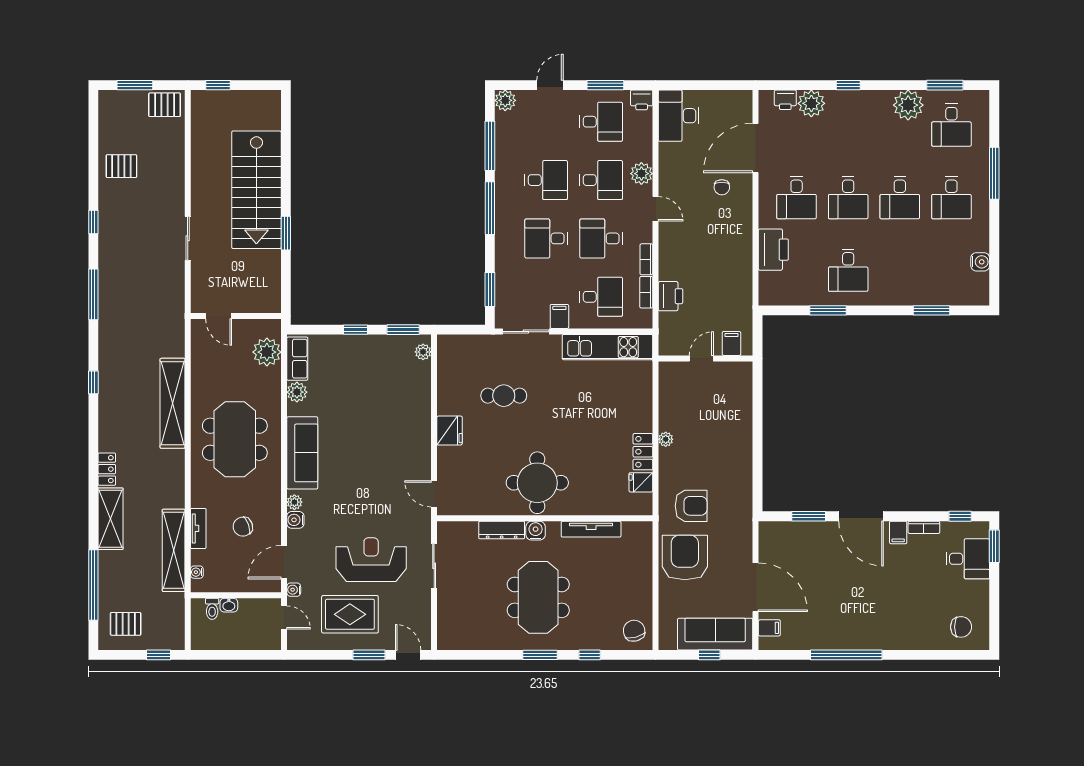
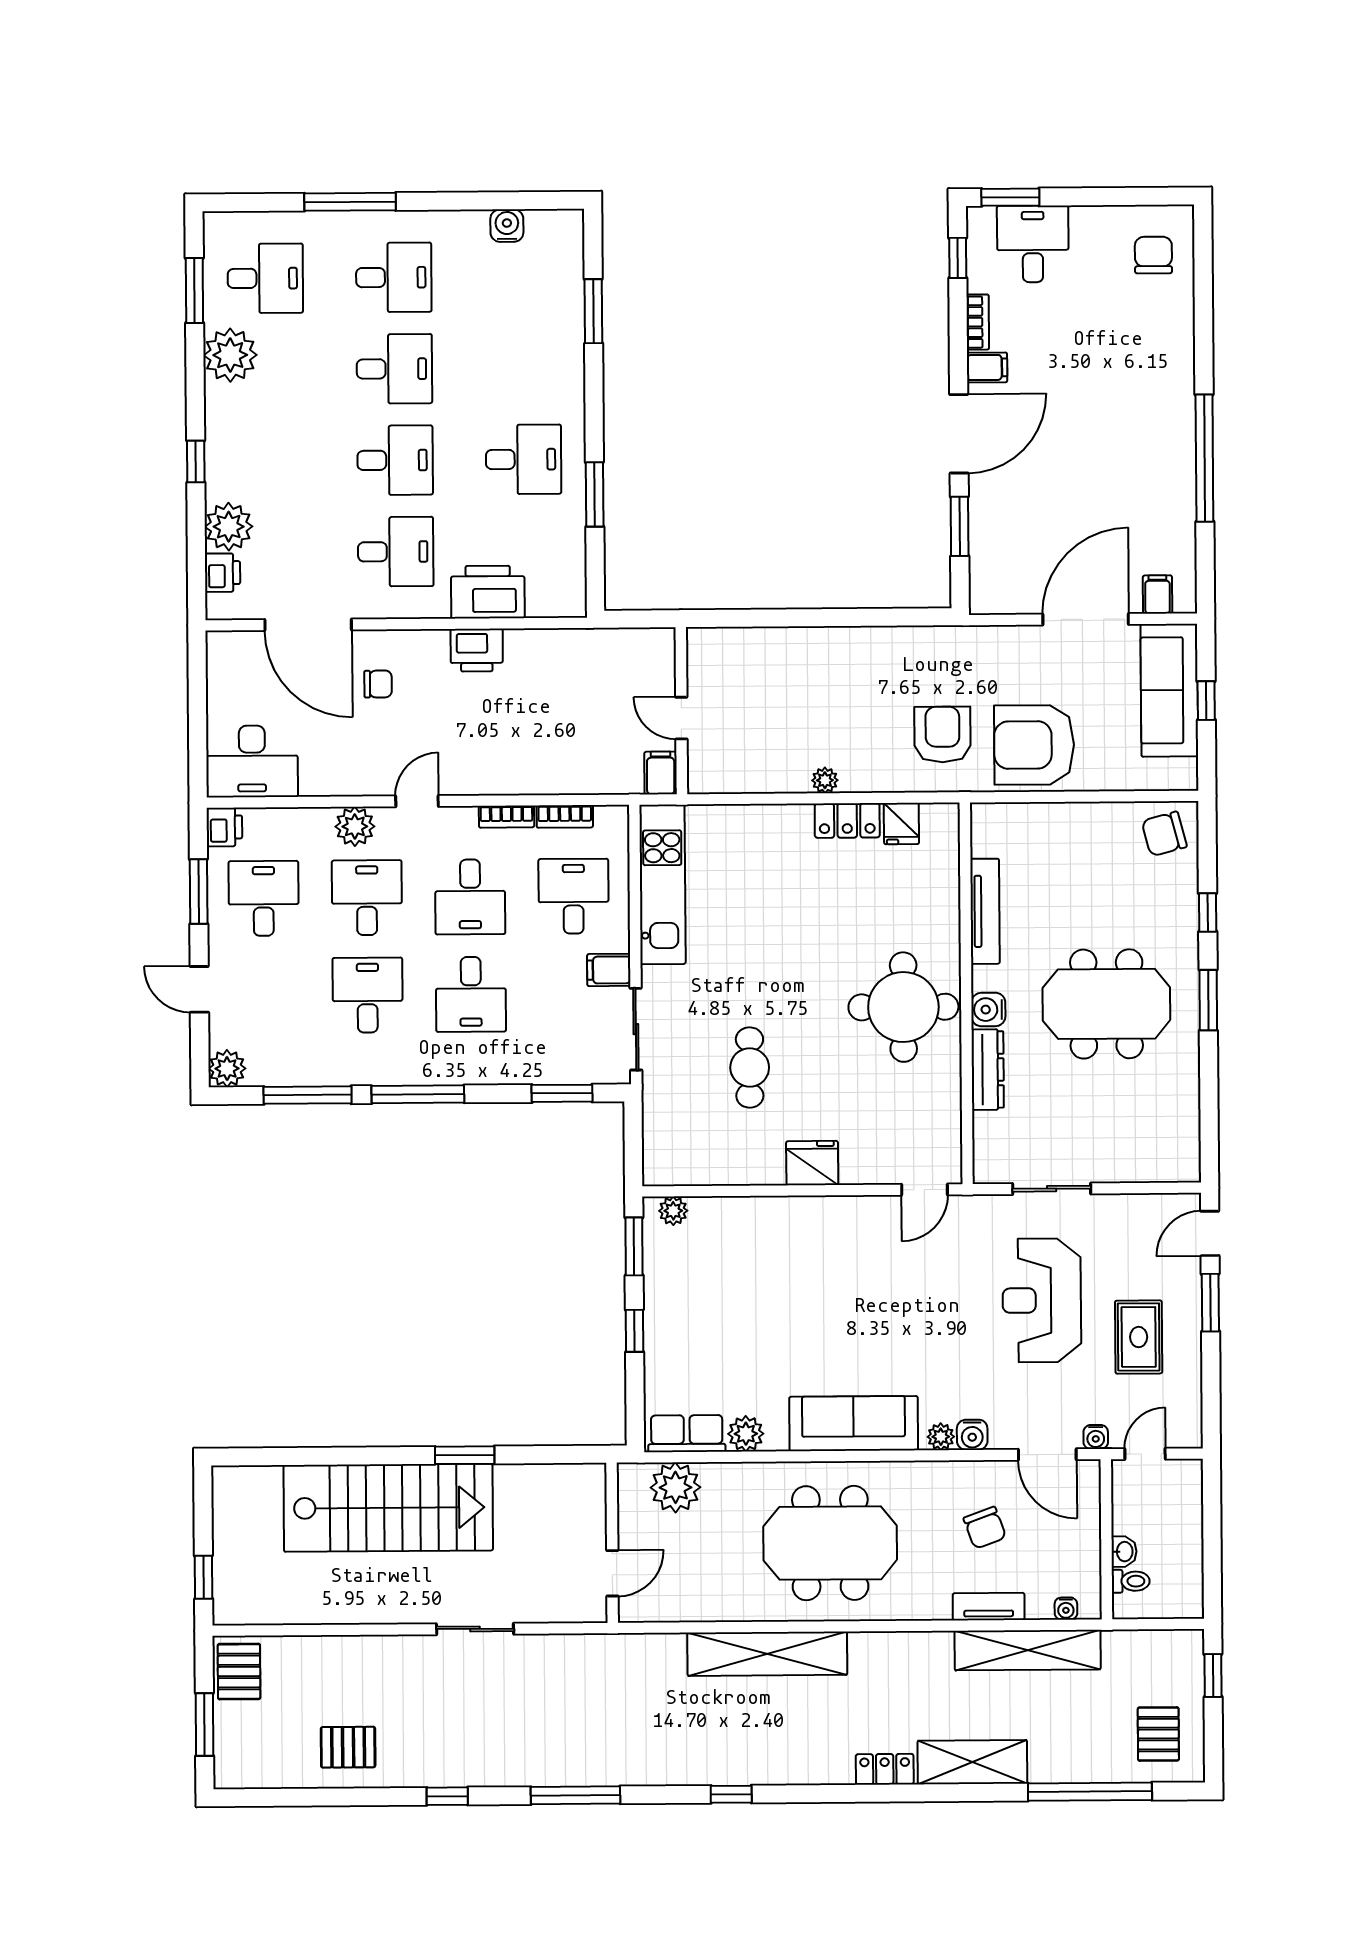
pallet: (121, 166) -> (348, 1747), turned 90
printer: (670, 296) -> (477, 650), moved, turned 180
filing cabinet: (731, 343) -> (661, 773), moved, turned 90
rug: (350, 614) -> (1139, 1337), width x0.73, depth x0.70

